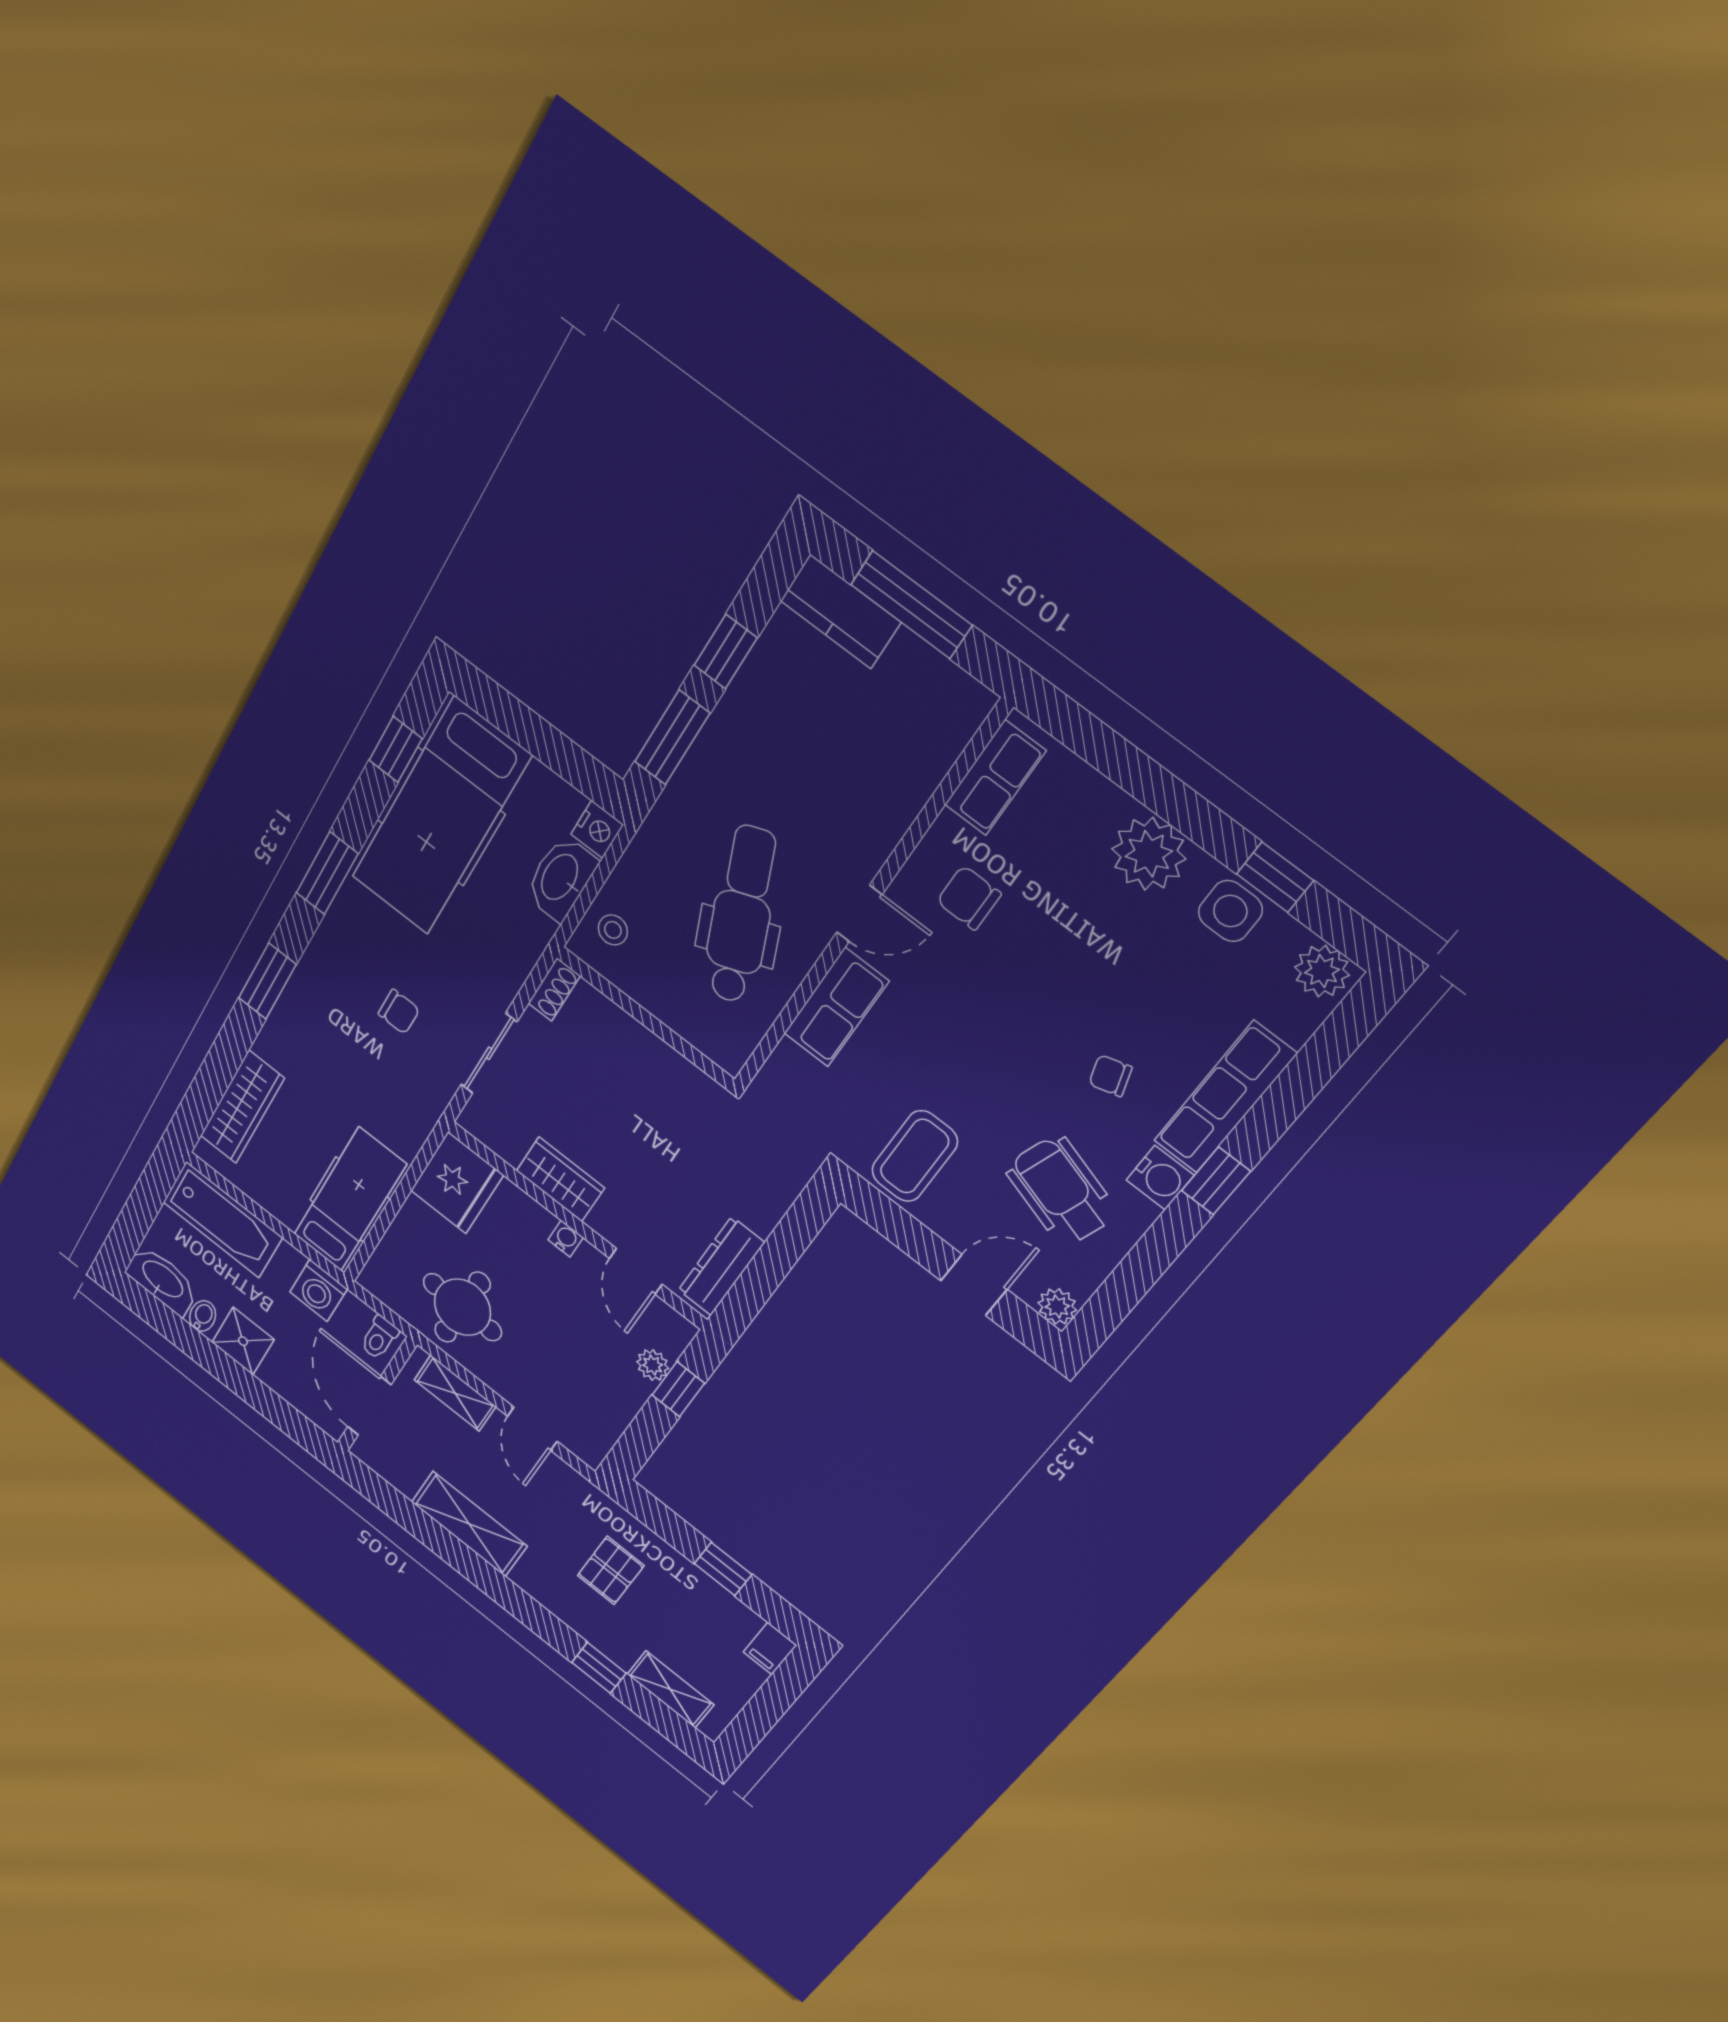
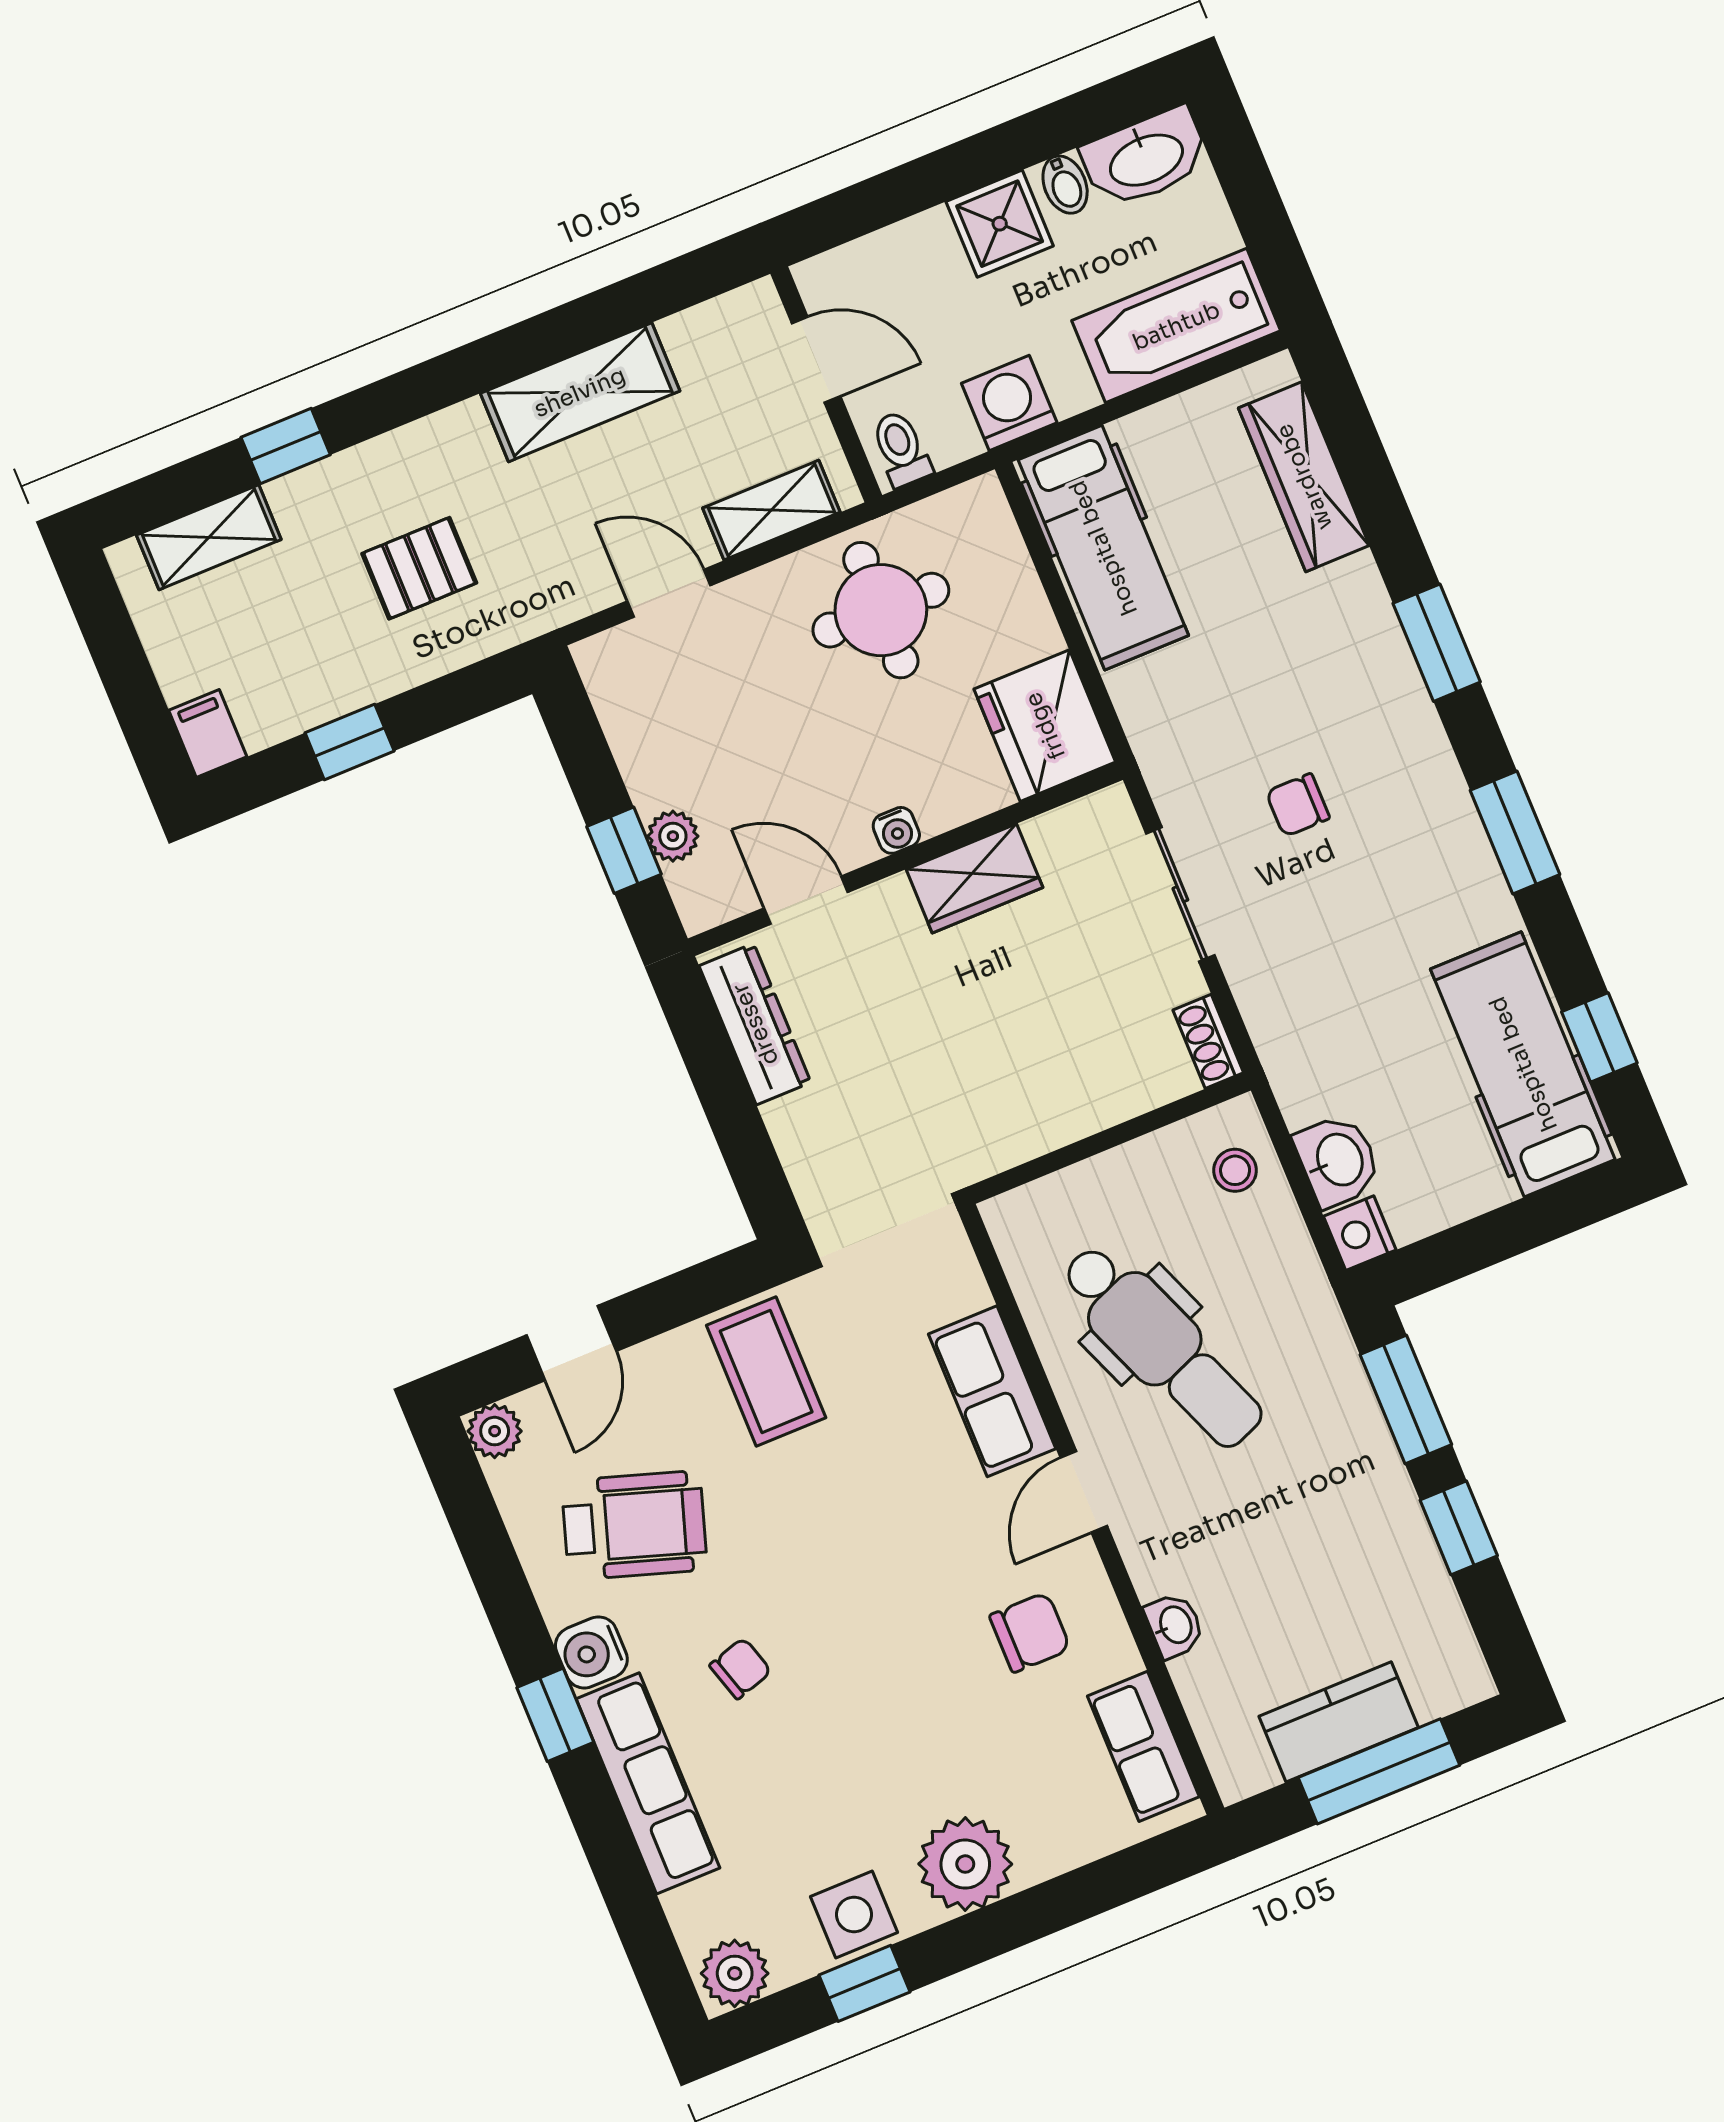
kitchen counter: (841, 612) -> (1339, 1722), moved
washbasin: (904, 804) -> (1175, 1625), added
hospital bed: (441, 817) -> (1523, 1064), width x0.73, depth x0.78
washbasin: (561, 878) -> (1338, 1160), width x0.72
door: (369, 1406) -> (816, 360), width x0.73
pallet: (611, 1570) -> (419, 568), turned 90

